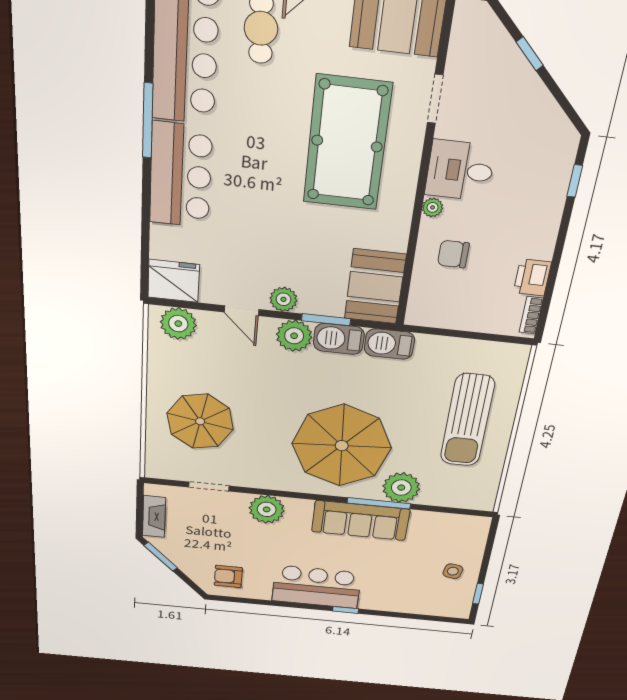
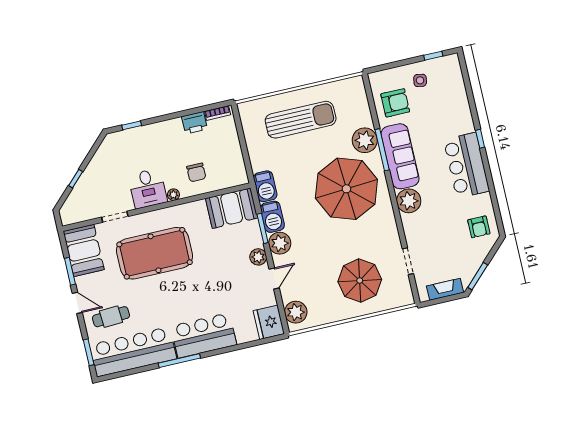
plant: (267, 509) -> (409, 201), moved
armchair: (436, 536) -> (395, 103), added

